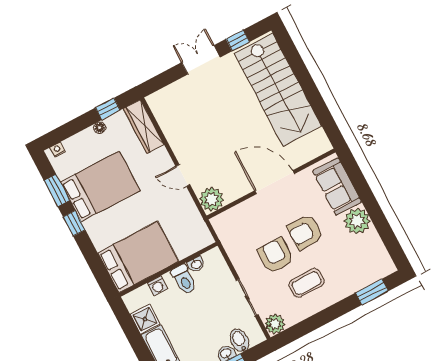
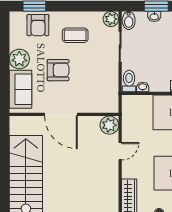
door: (183, 175) -> (120, 151), hinge flipped
armchair: (276, 256) -> (38, 25), moved
toilet: (184, 280) -> (129, 81), moved
bidet: (239, 340) -> (129, 21), moved

